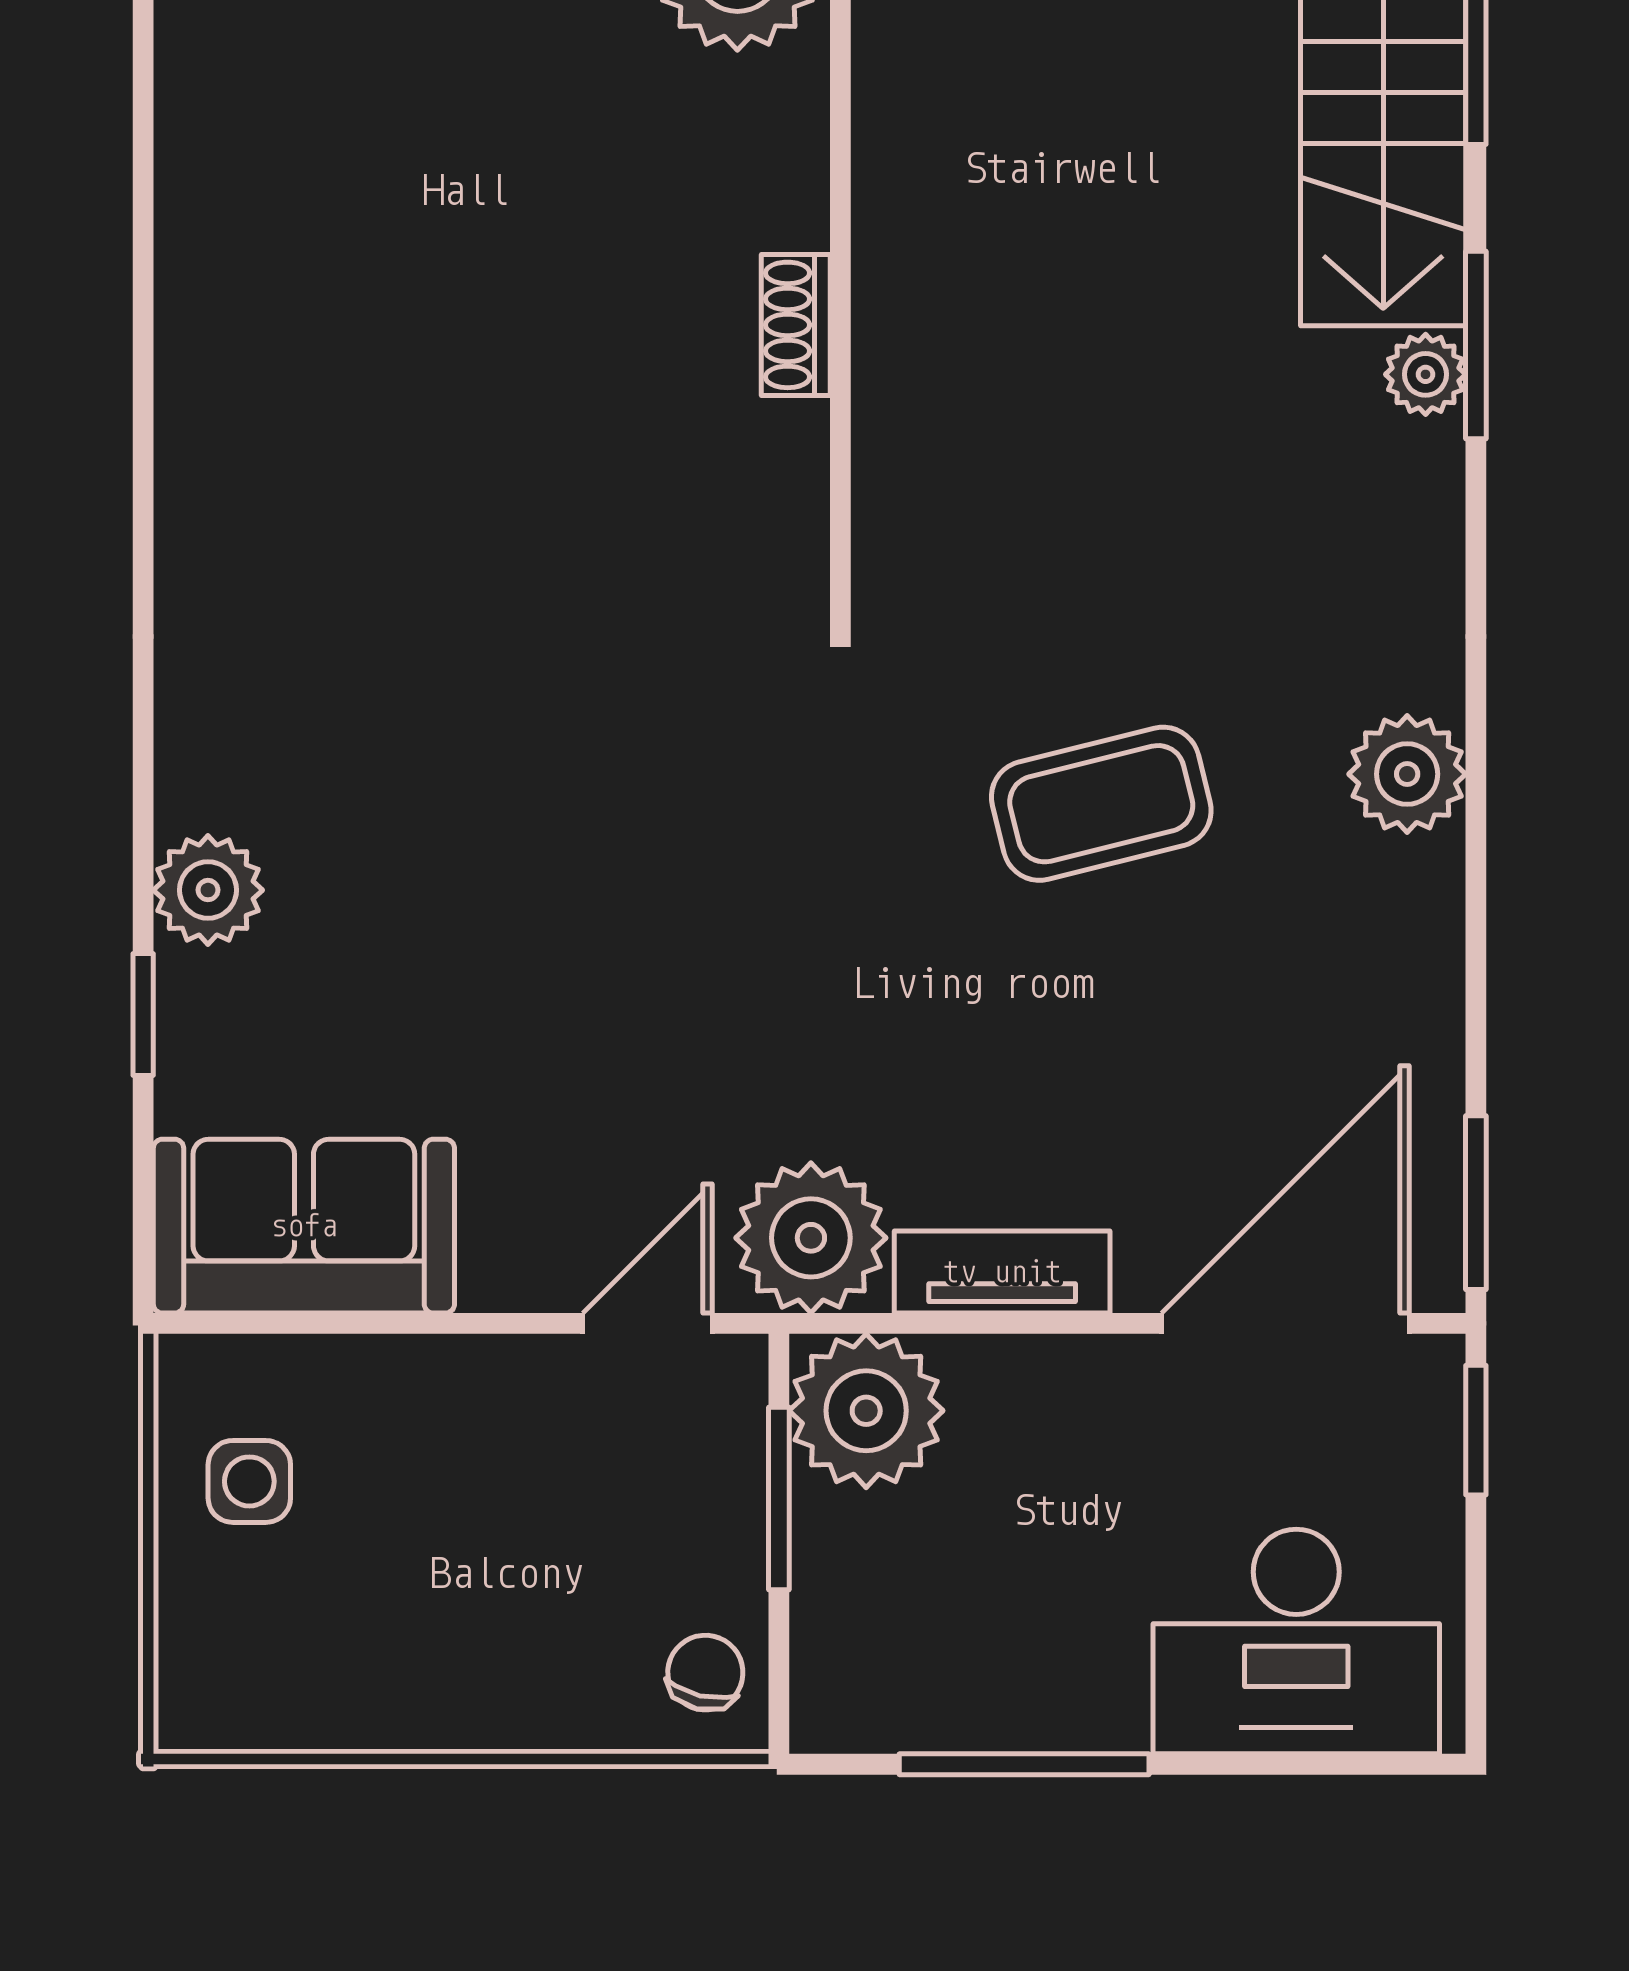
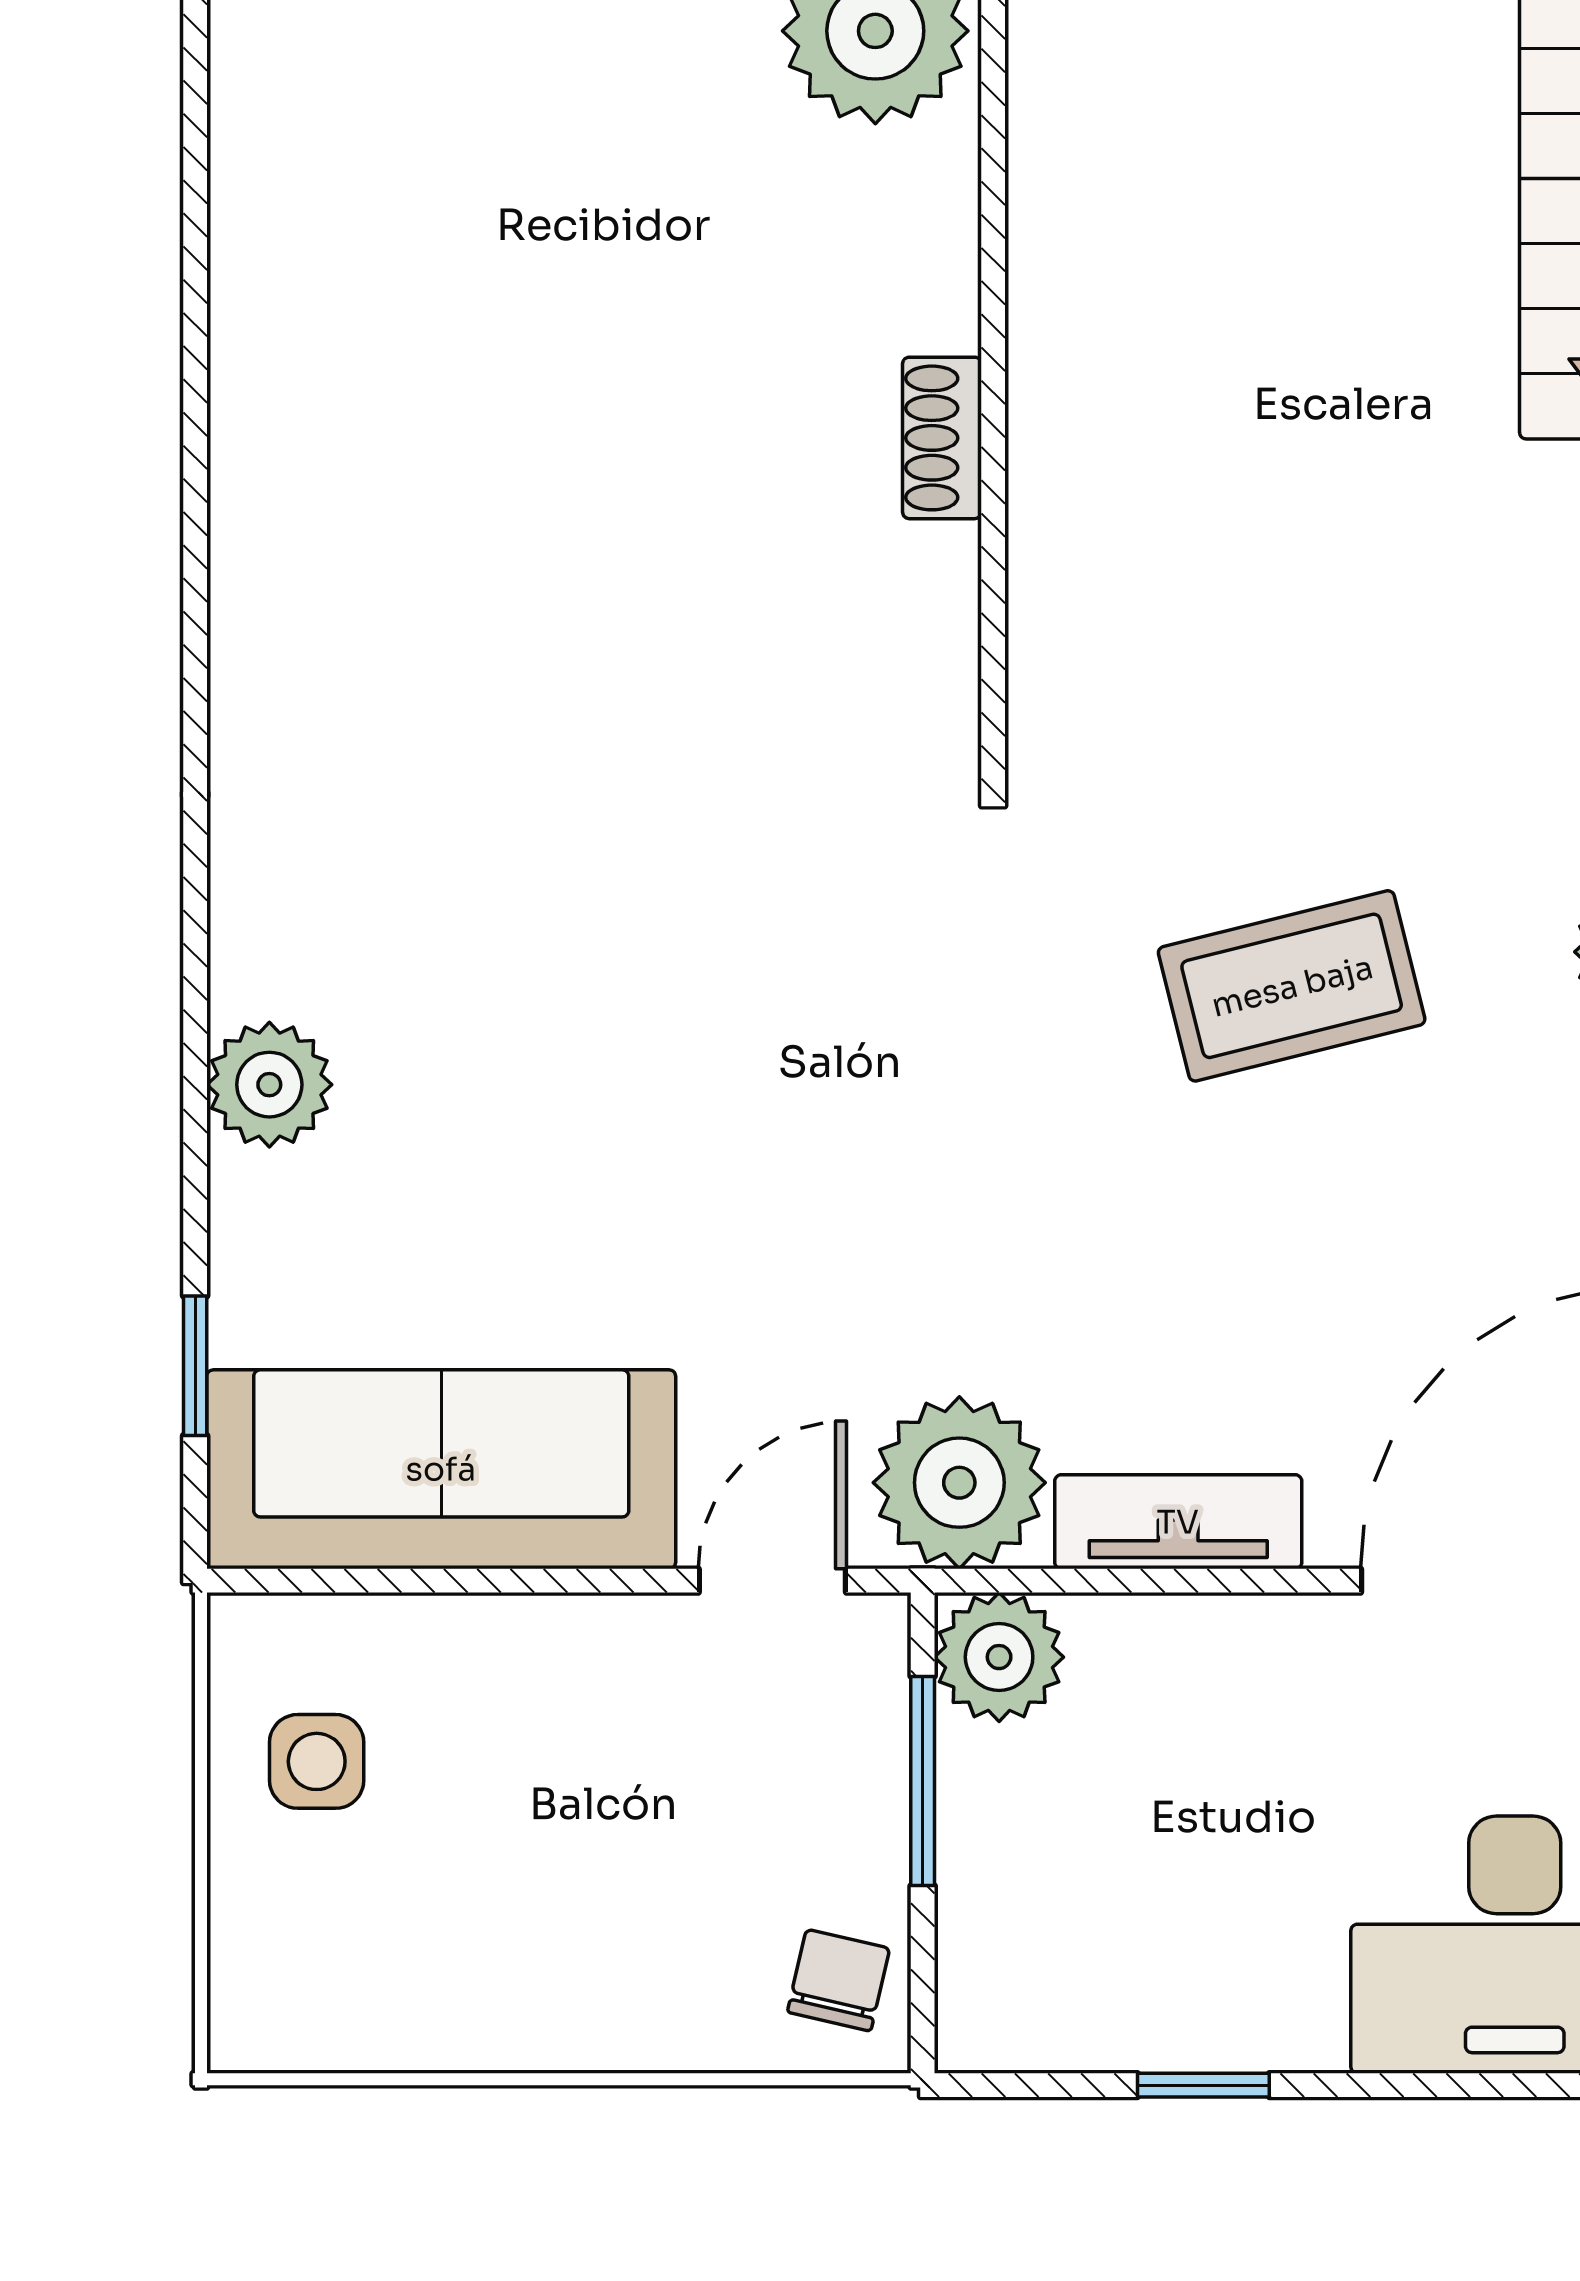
window: (143, 1014) -> (195, 1366), moved
sofa: (304, 1226) -> (441, 1469), width x1.36
plant: (866, 1411) -> (999, 1657), width x0.73, depth x0.73
window: (1024, 1764) -> (1203, 2085), width x0.46

